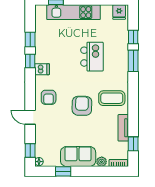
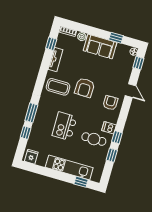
cafe table: (55, 52) -> (94, 139), added

